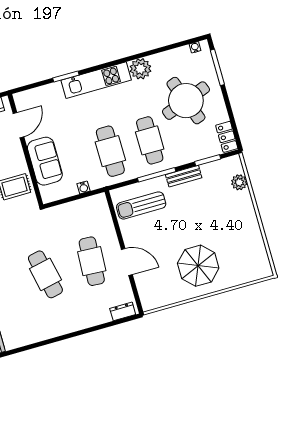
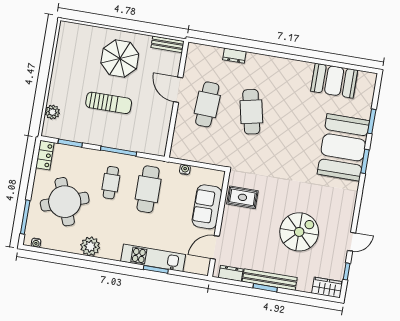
kitchen unit: (96, 80) -> (153, 258), moved
cafe table: (150, 140) -> (111, 183), width x0.73, depth x0.74
bench: (184, 176) -> (168, 44), moved
sun lounger: (141, 205) -> (109, 103), moved
dresser: (123, 311) -> (234, 56), moved

